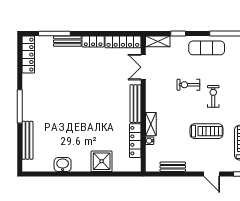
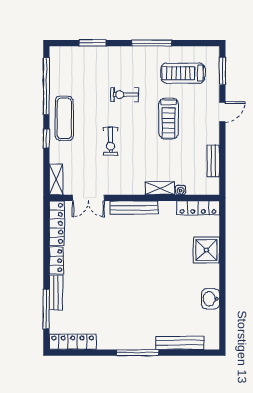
window: (178, 34) -> (46, 138), moved
exercise bike: (213, 96) -> (125, 95), moved
treadmill: (207, 131) -> (169, 119), turned 180
locker: (135, 141) -> (198, 208), moved

